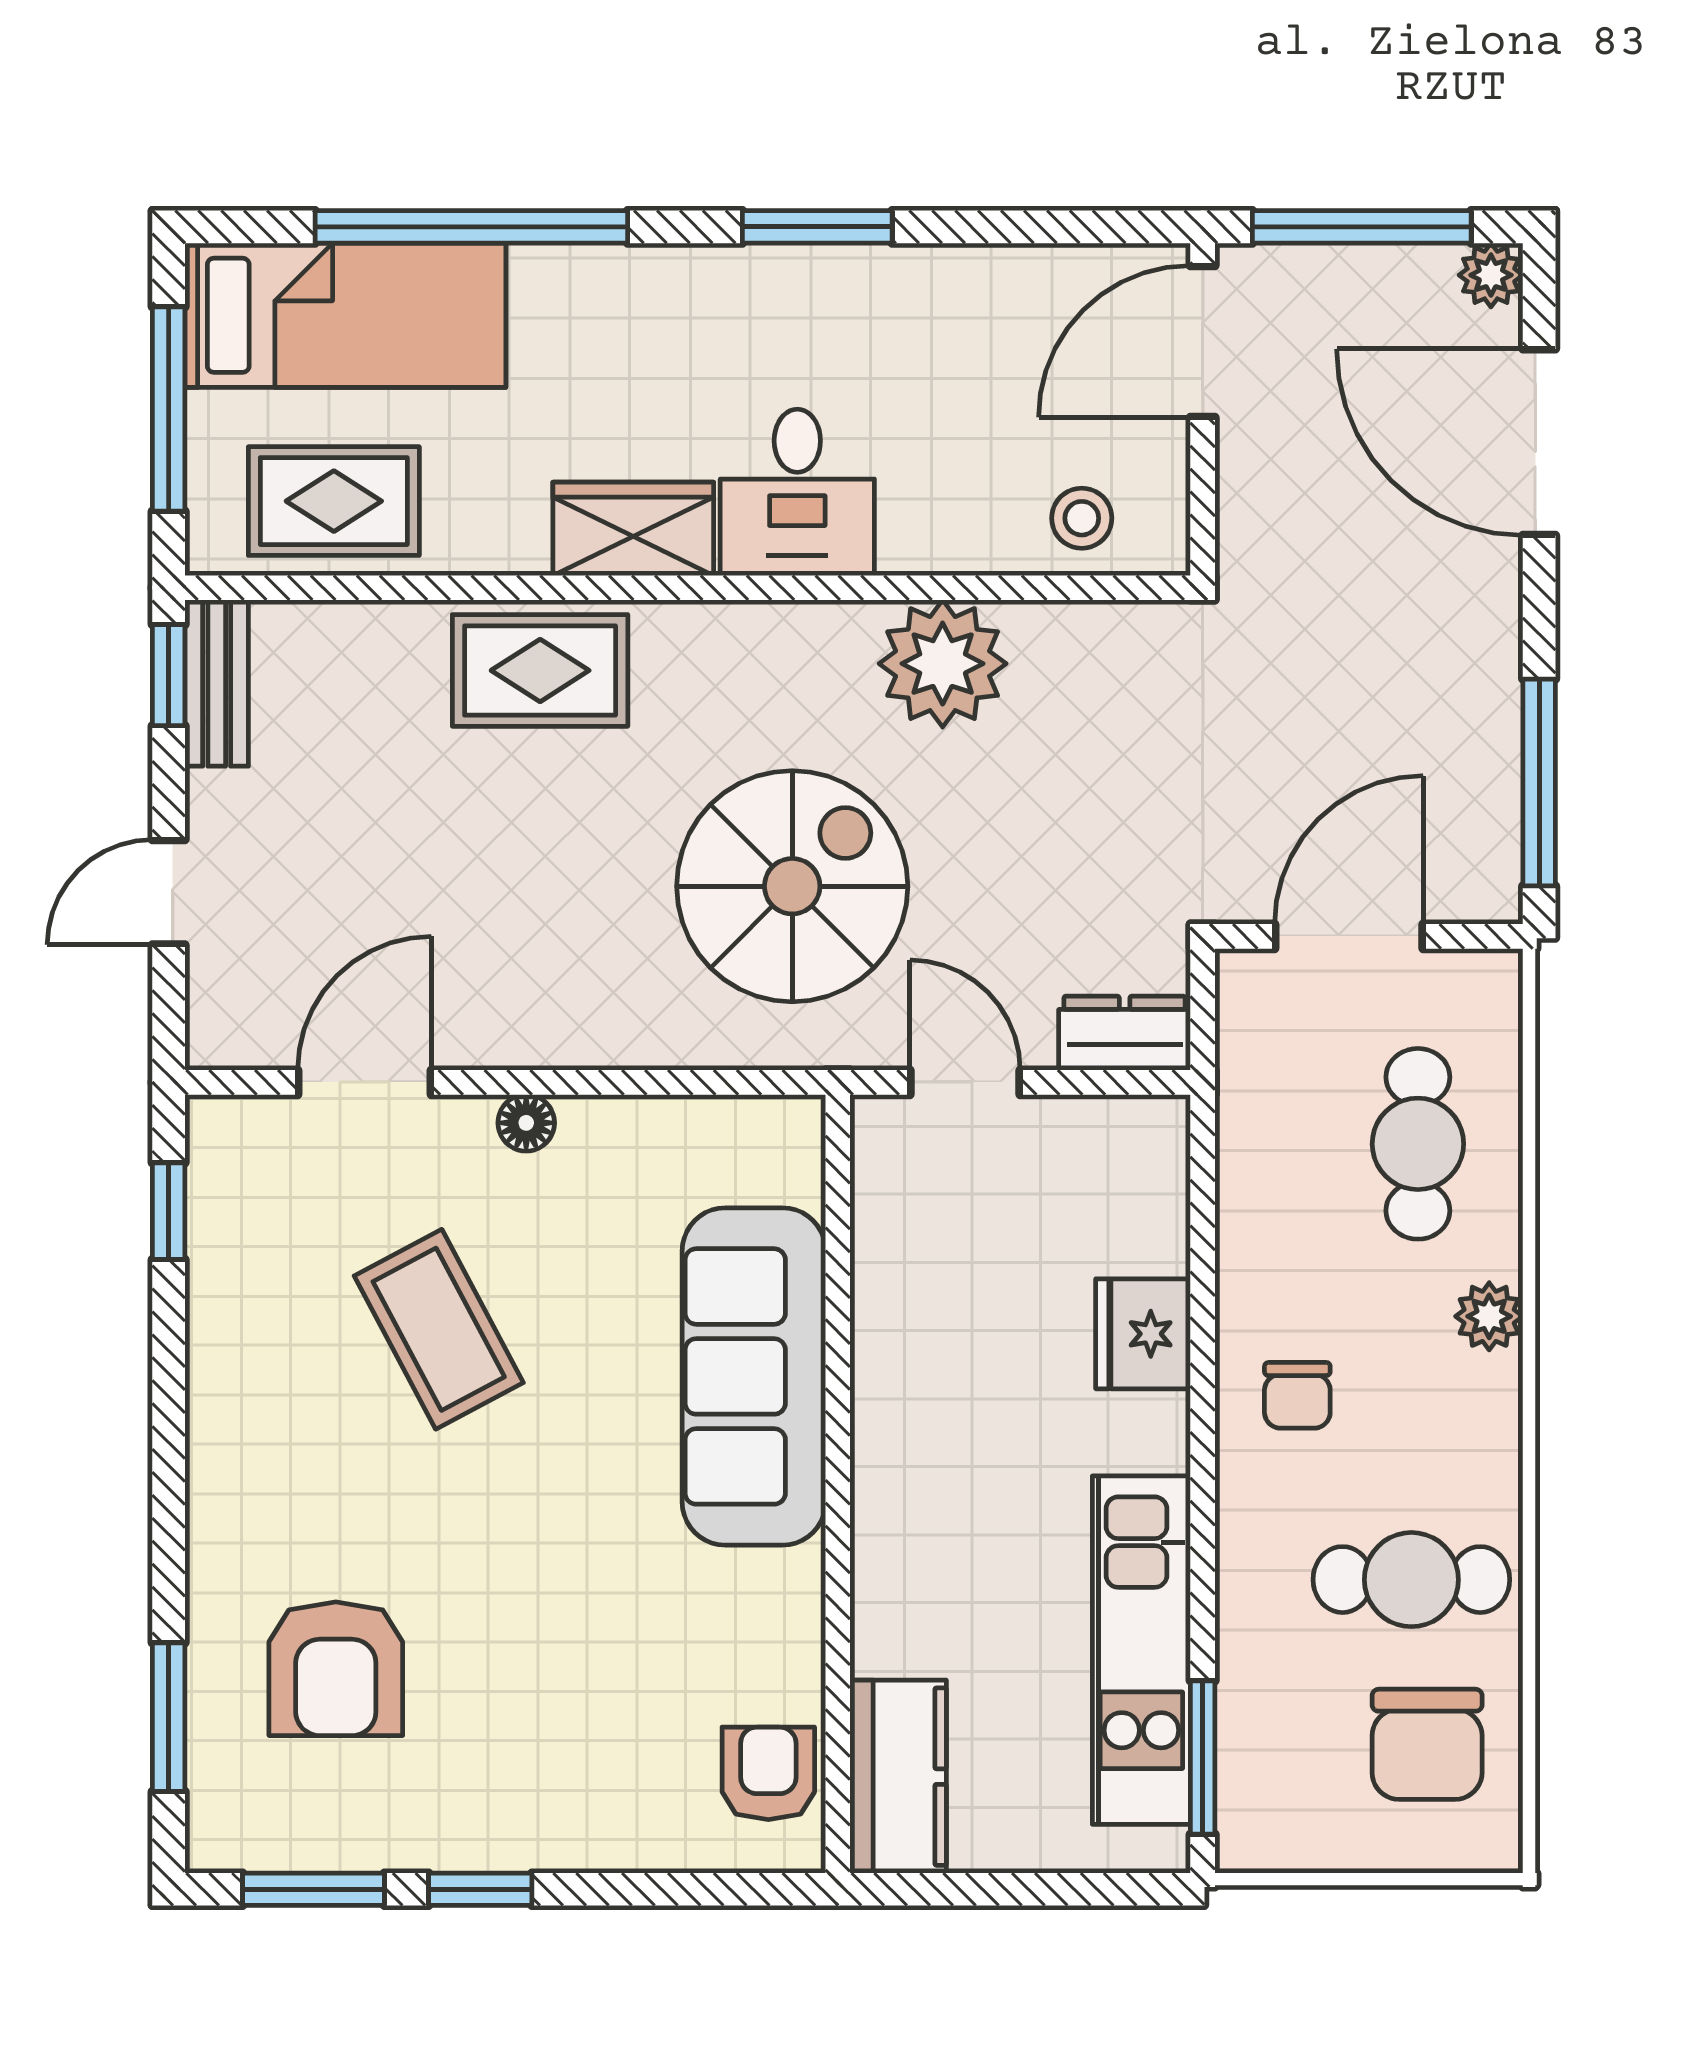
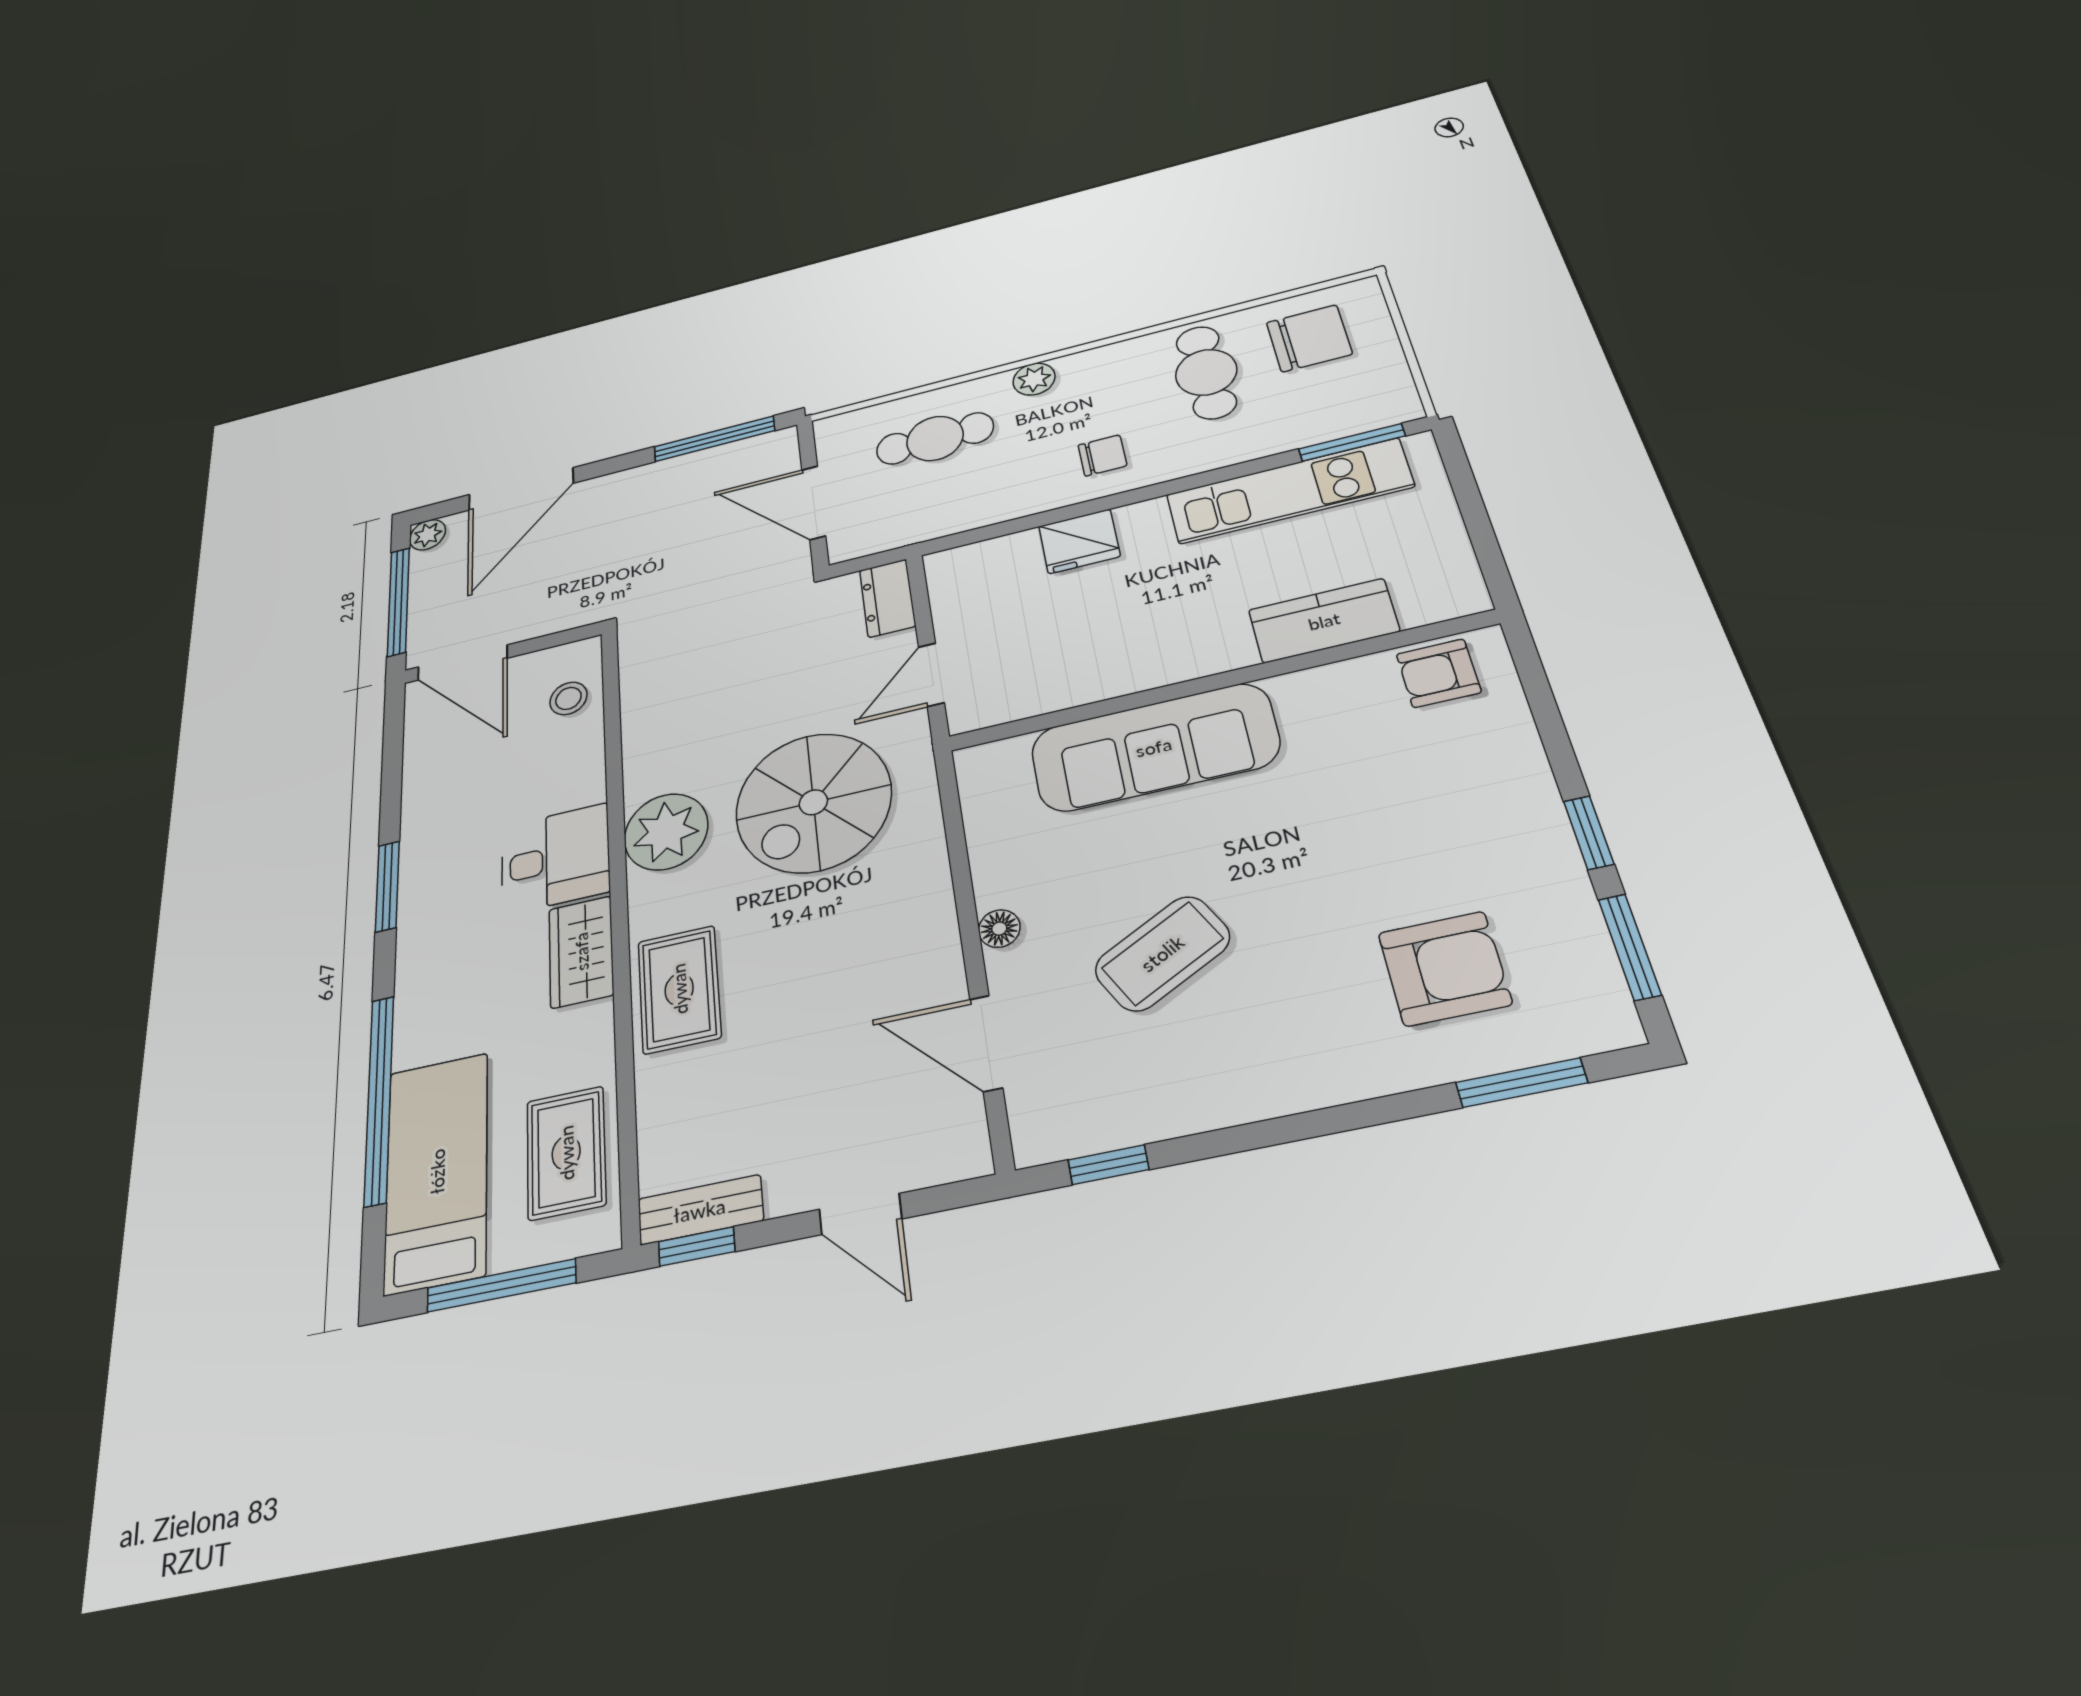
plant: (943, 664) -> (666, 832), moved
spiral stairs: (792, 886) -> (813, 802), turned -90
kitchen counter: (898, 1777) -> (1324, 621), moved

